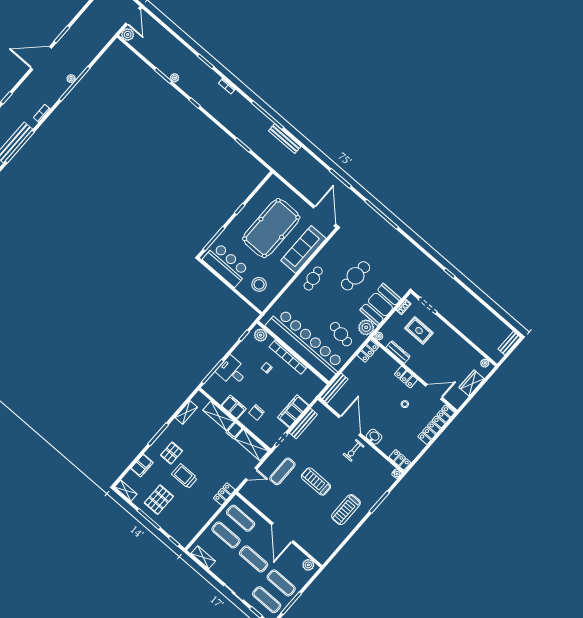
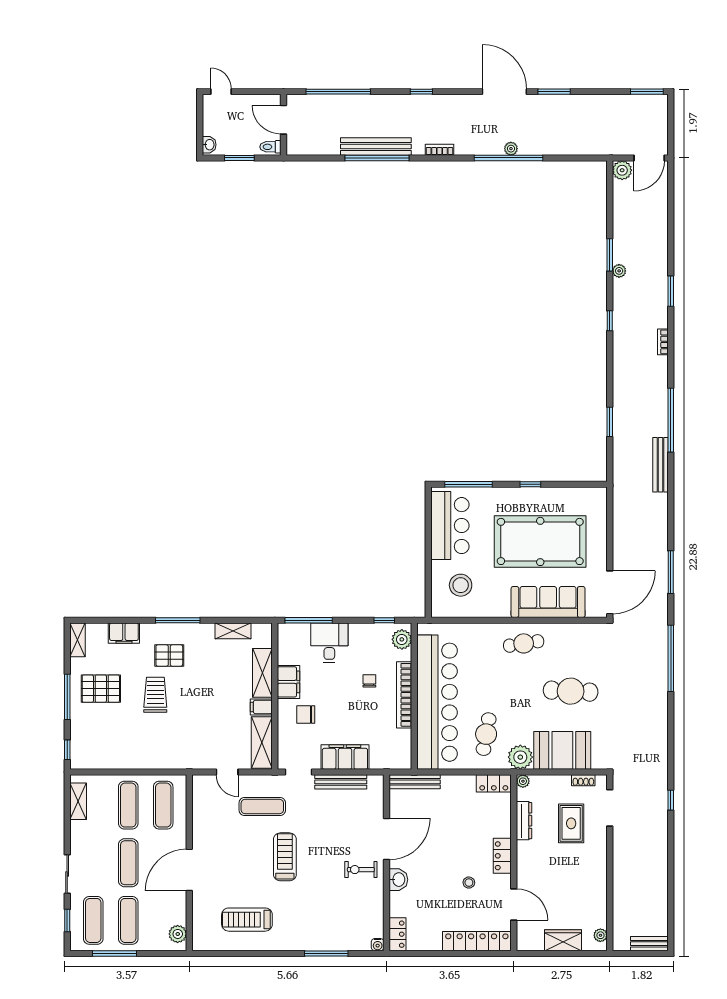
locker: (224, 494) -> (175, 761), removed
treadmill: (346, 510) -> (247, 920), moved

